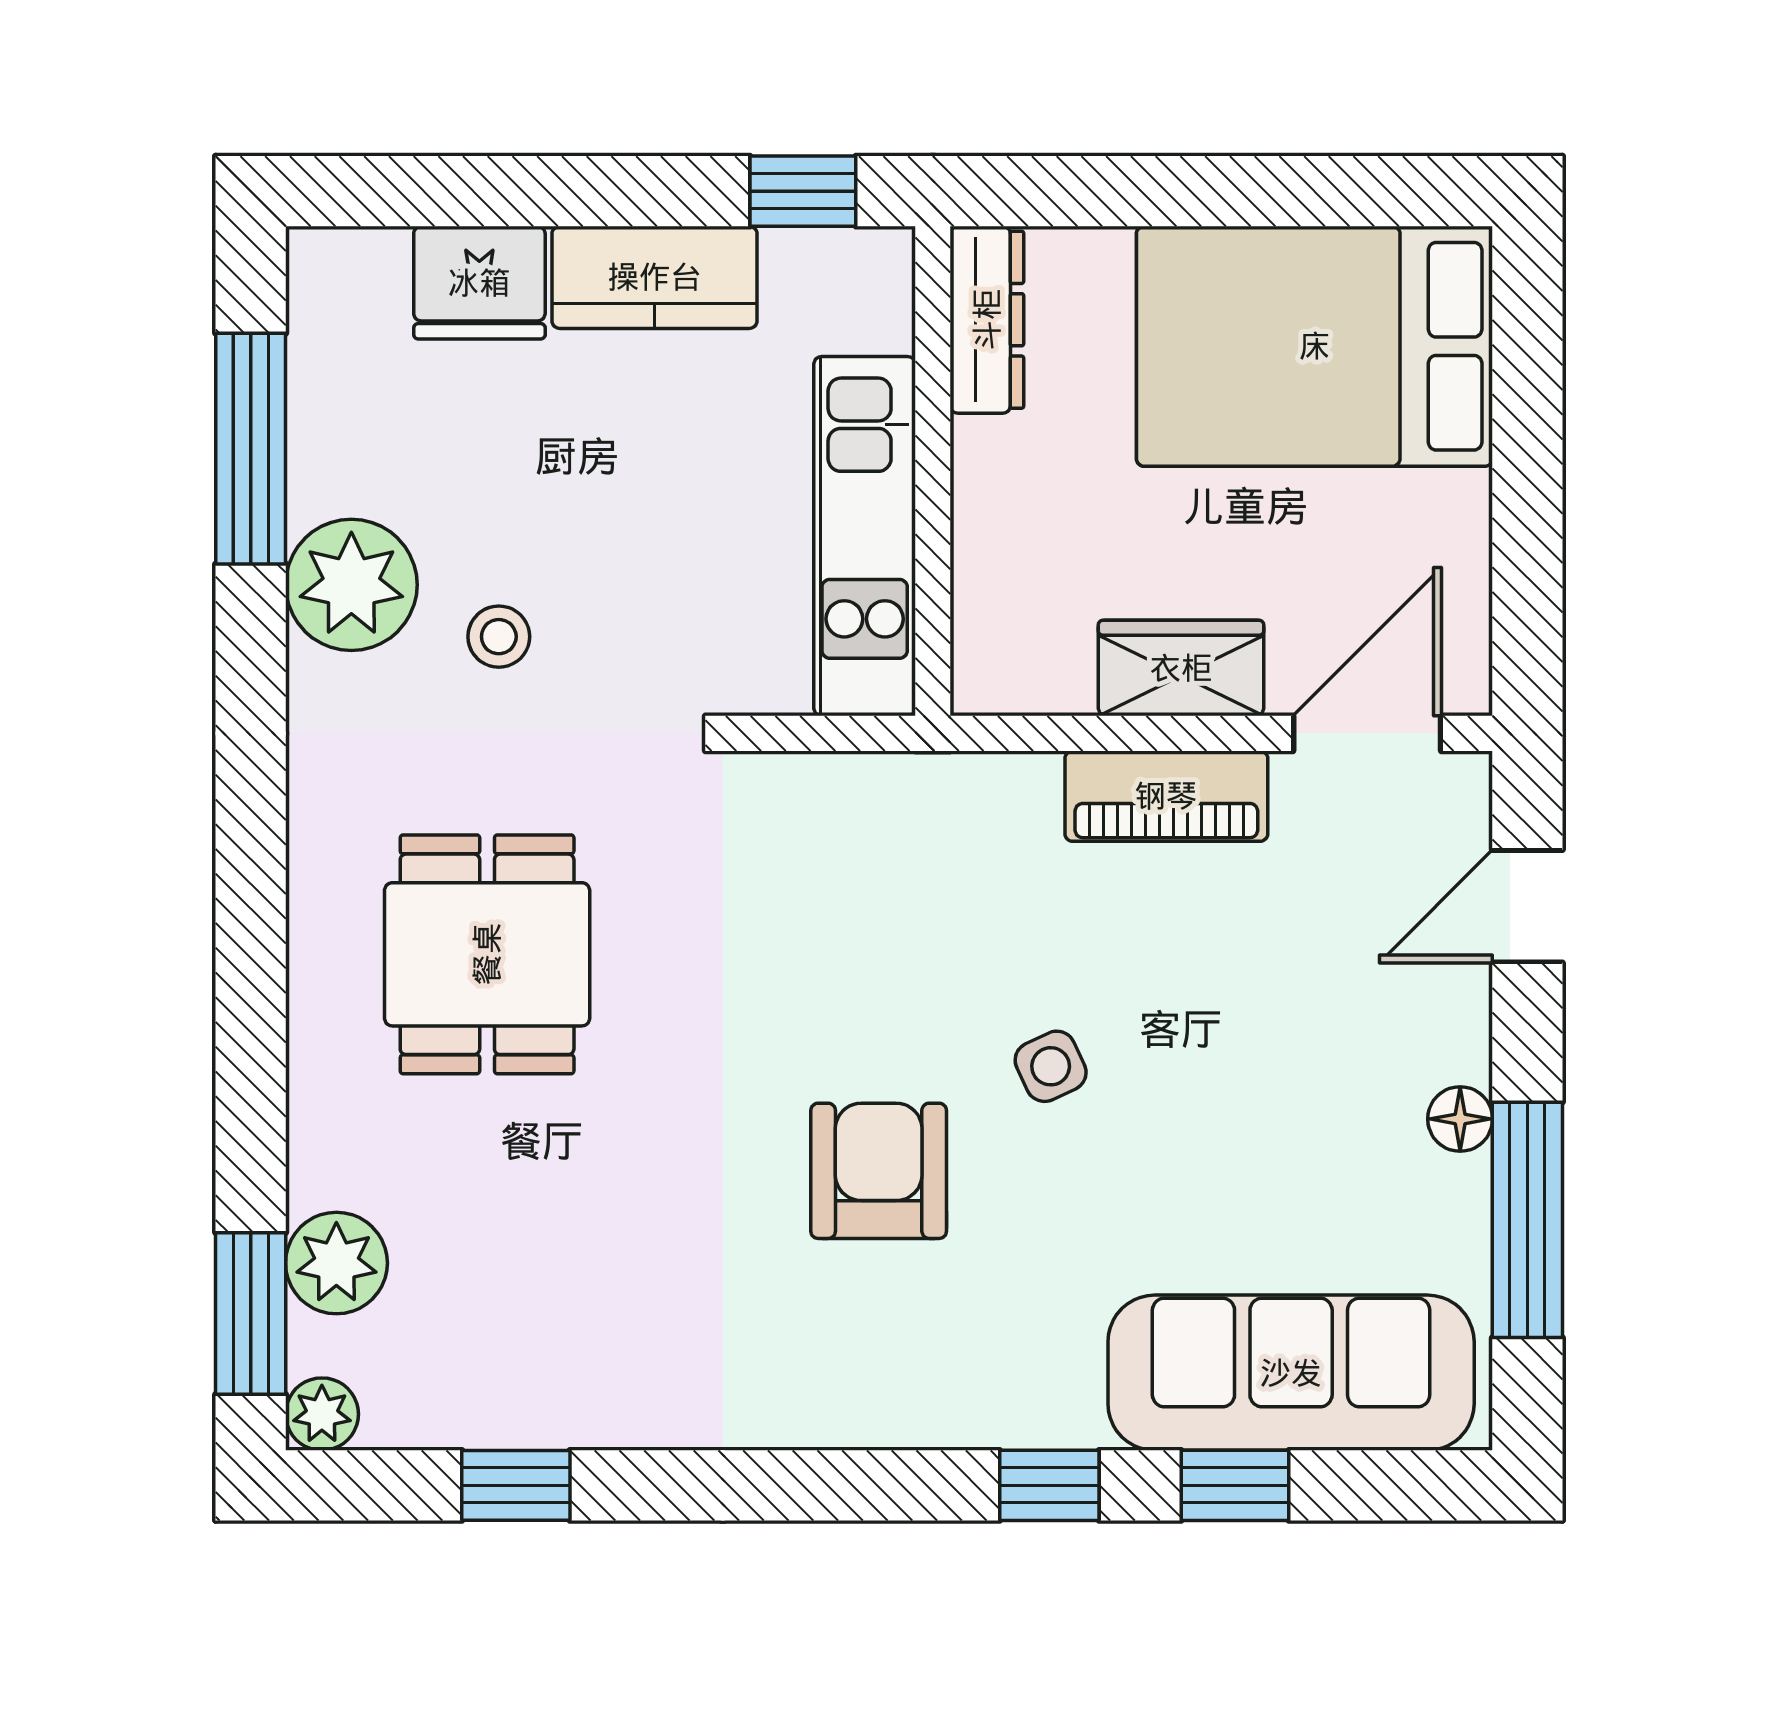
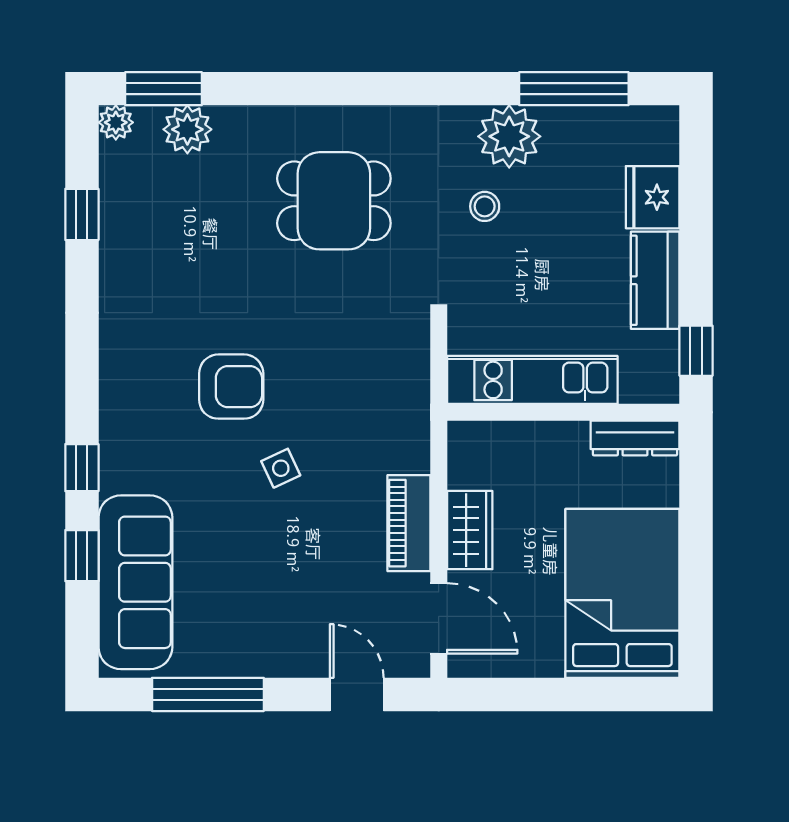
floor lamp: (1460, 1119) -> (256, 662), removed

